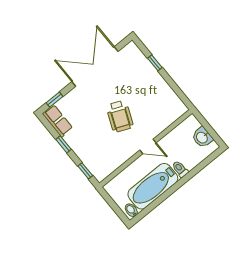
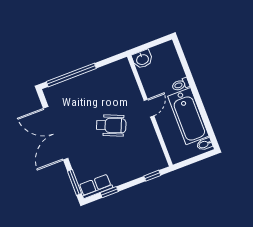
window: (155, 63) -> (71, 75), width x3.17
window: (55, 100) -> (74, 182), width x1.50
washbasin: (202, 137) -> (142, 59), moved
window: (64, 144) -> (109, 192), moved

